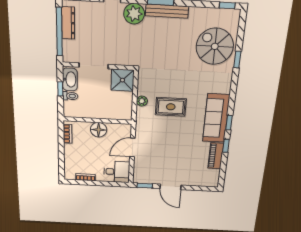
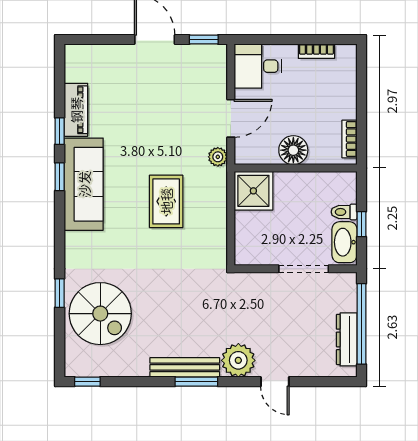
shower: (122, 80) -> (253, 191), moved
plant: (142, 101) -> (218, 157), moved
rug: (171, 107) -> (166, 201), turned 90

